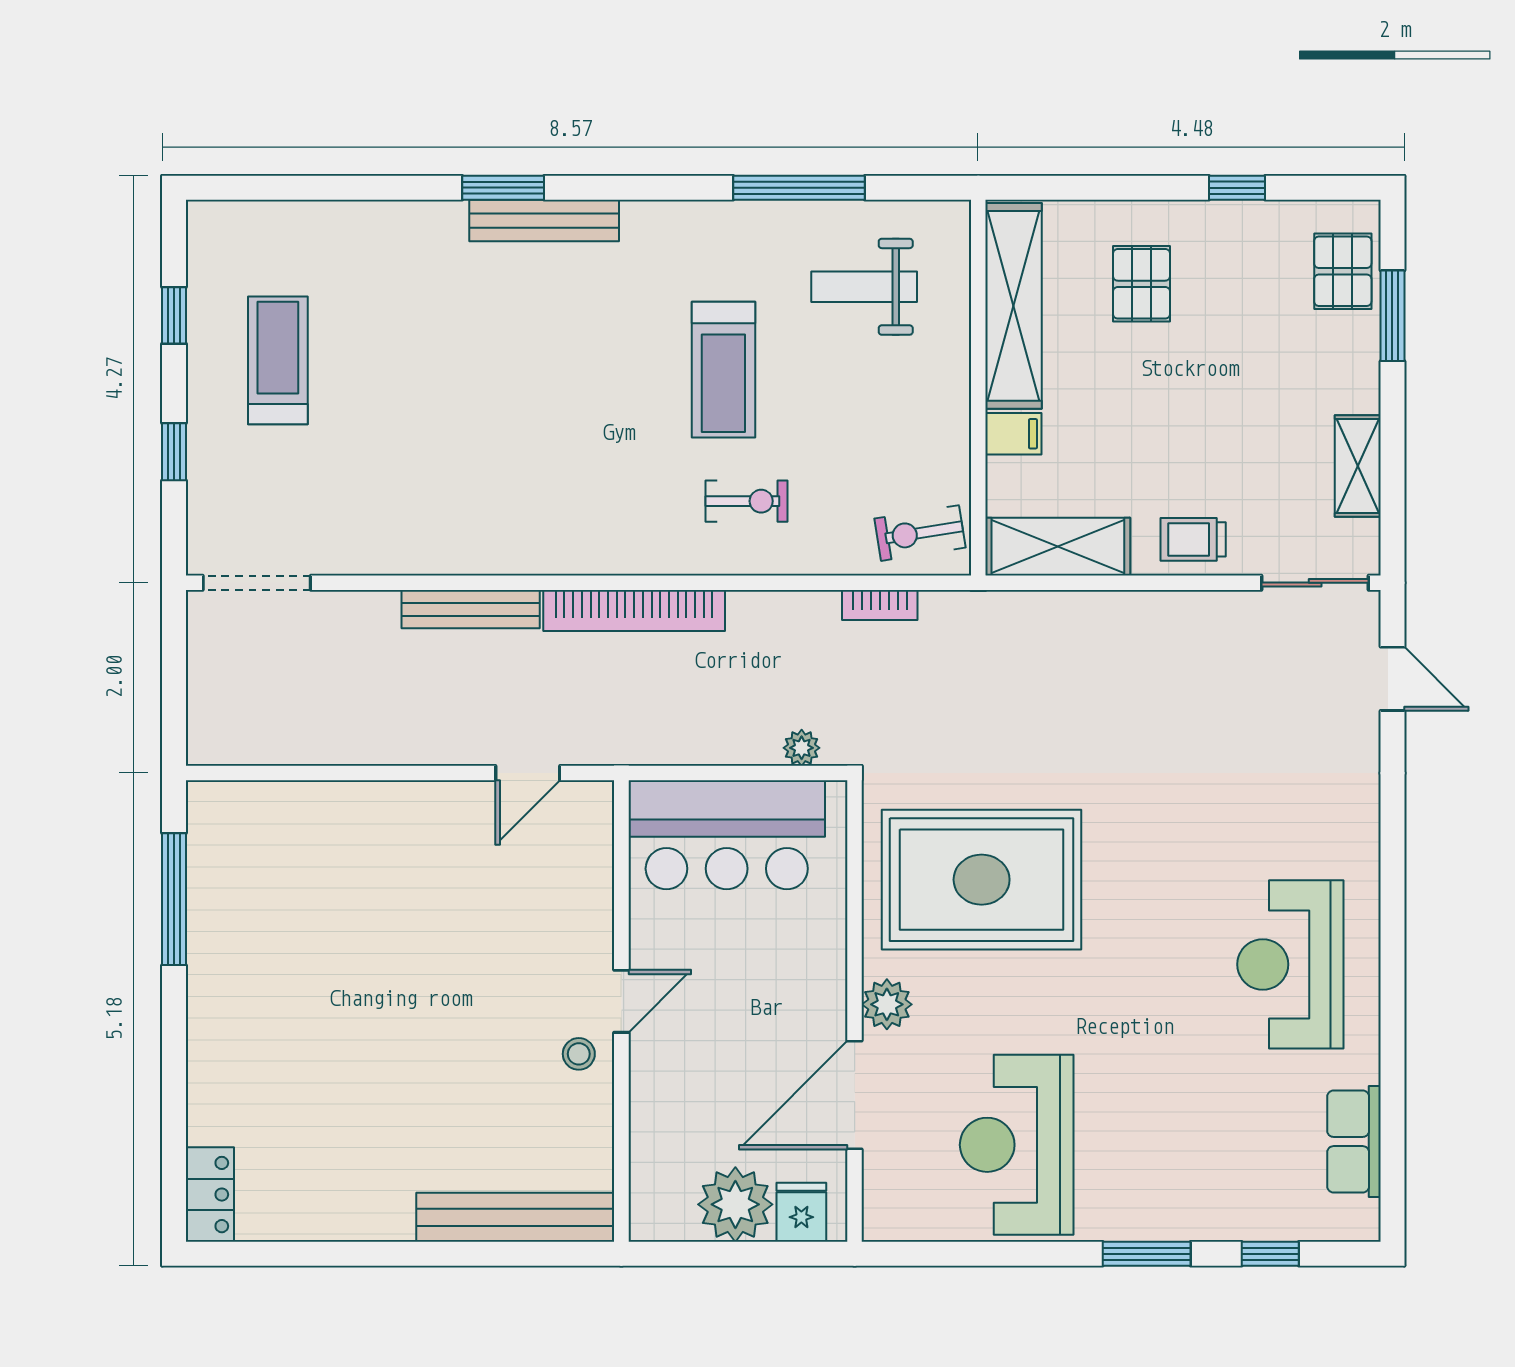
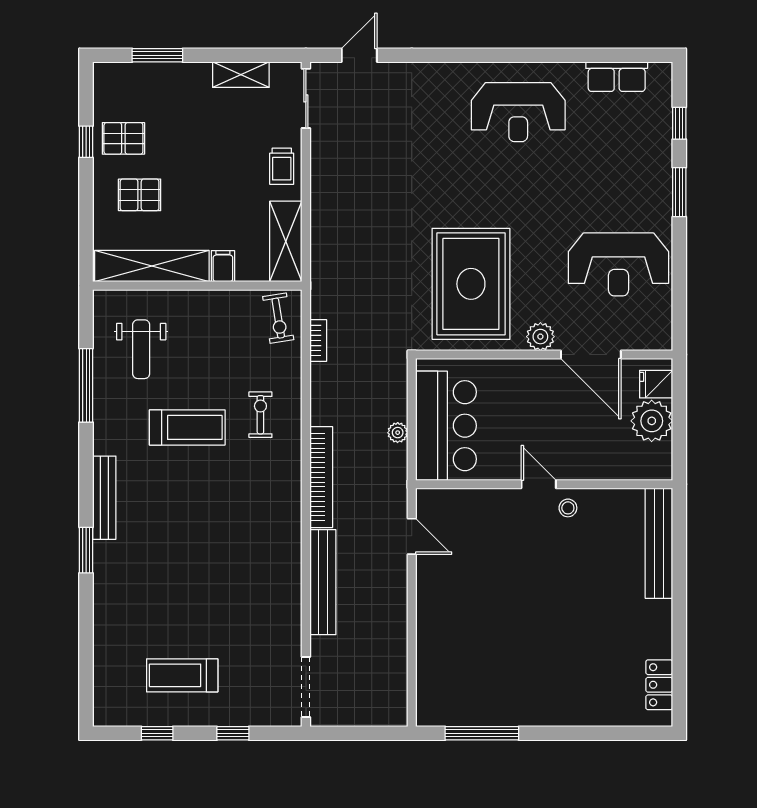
bench: (544, 221) -> (104, 498), moved
pallet: (1343, 271) -> (123, 138), moved
bench: (471, 609) -> (323, 582), width x1.37, depth x1.21
plant: (802, 748) -> (398, 433), moved
locker: (210, 1195) -> (659, 685), moved, turned -90

